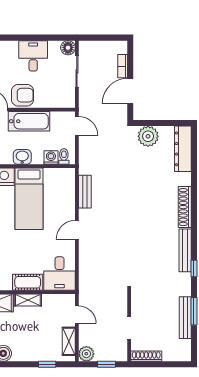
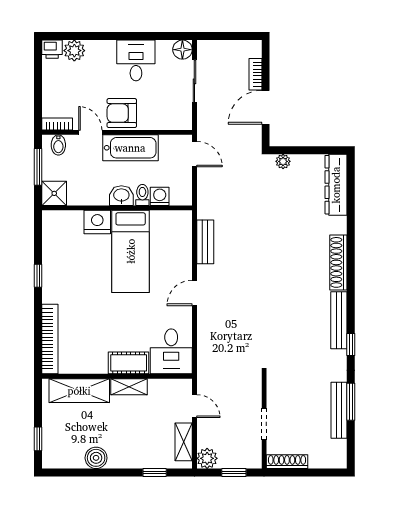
armchair: (22, 95) -> (122, 113), turned 180
plant: (148, 136) -> (283, 161), width x0.53, depth x0.53
toilet: (64, 157) -> (142, 195), moved

